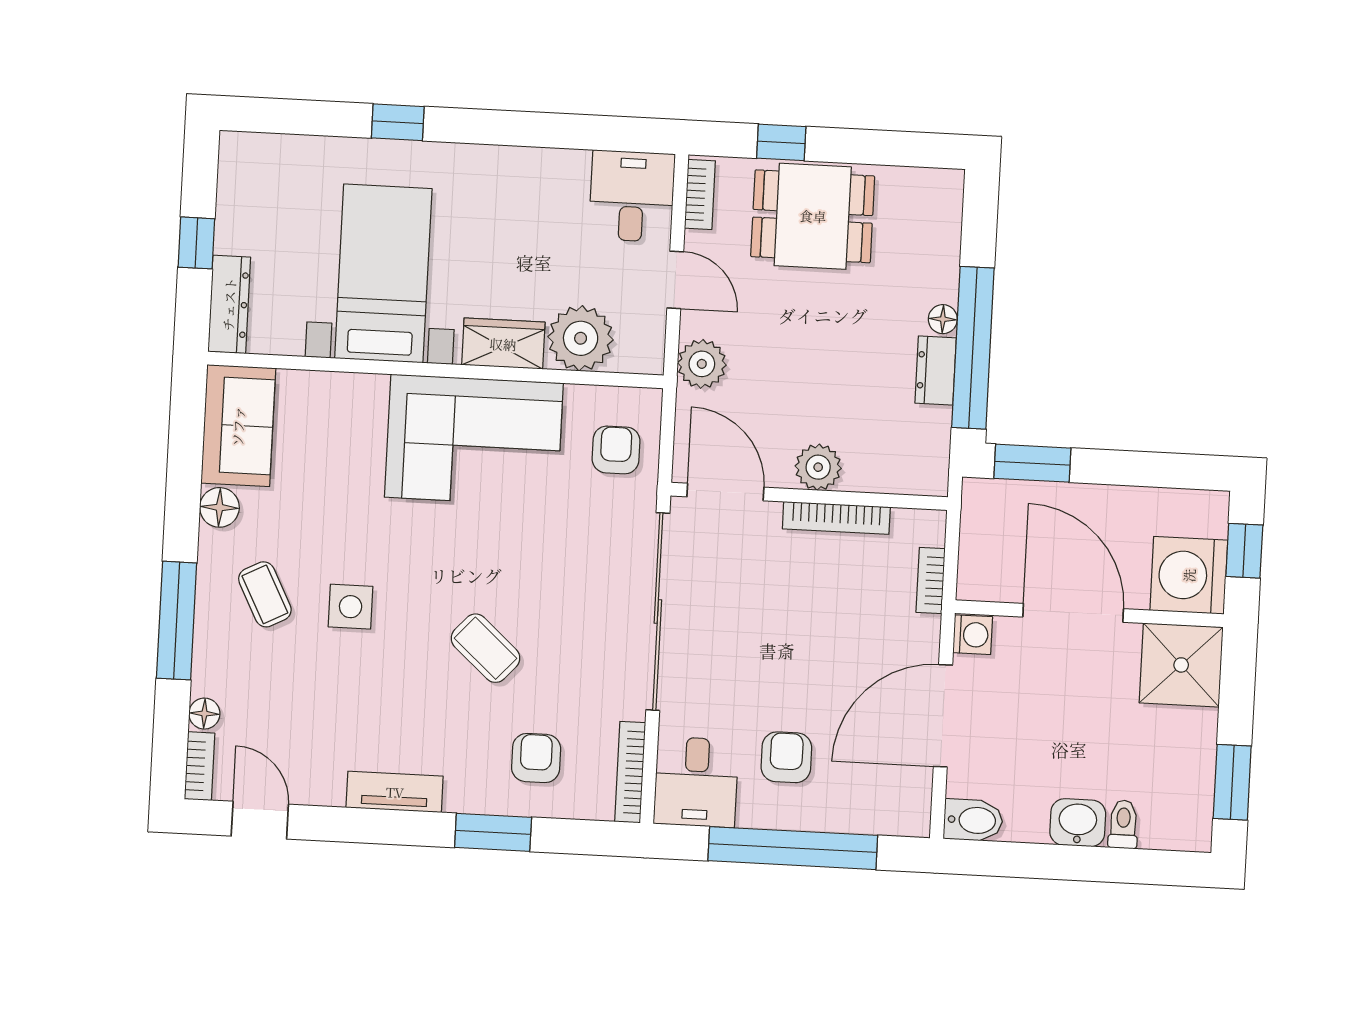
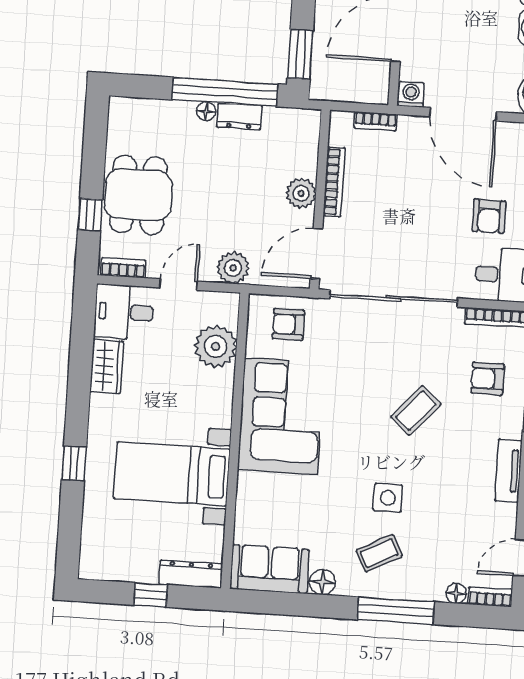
wardrobe: (503, 344) -> (107, 366), moved, turned 180
armchair: (786, 757) -> (489, 216), turned -90

